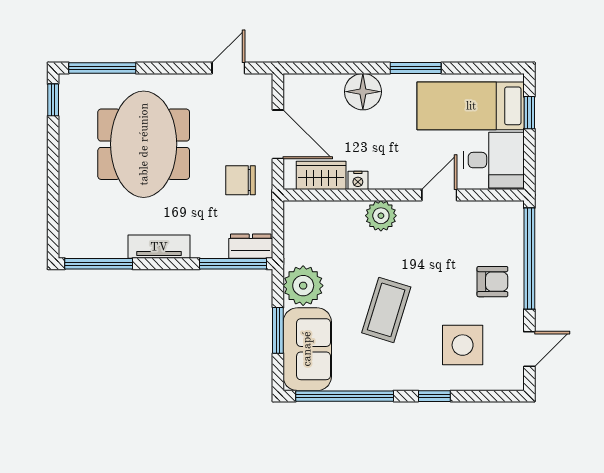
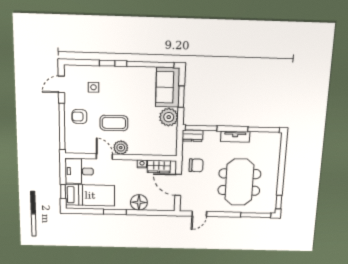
door: (439, 195) -> (104, 156), swing flipped
plant: (381, 216) -> (121, 148), moved
coffee table: (386, 310) -> (114, 123), moved, turned 73
side table: (463, 345) -> (93, 87), width x0.54, depth x0.54

